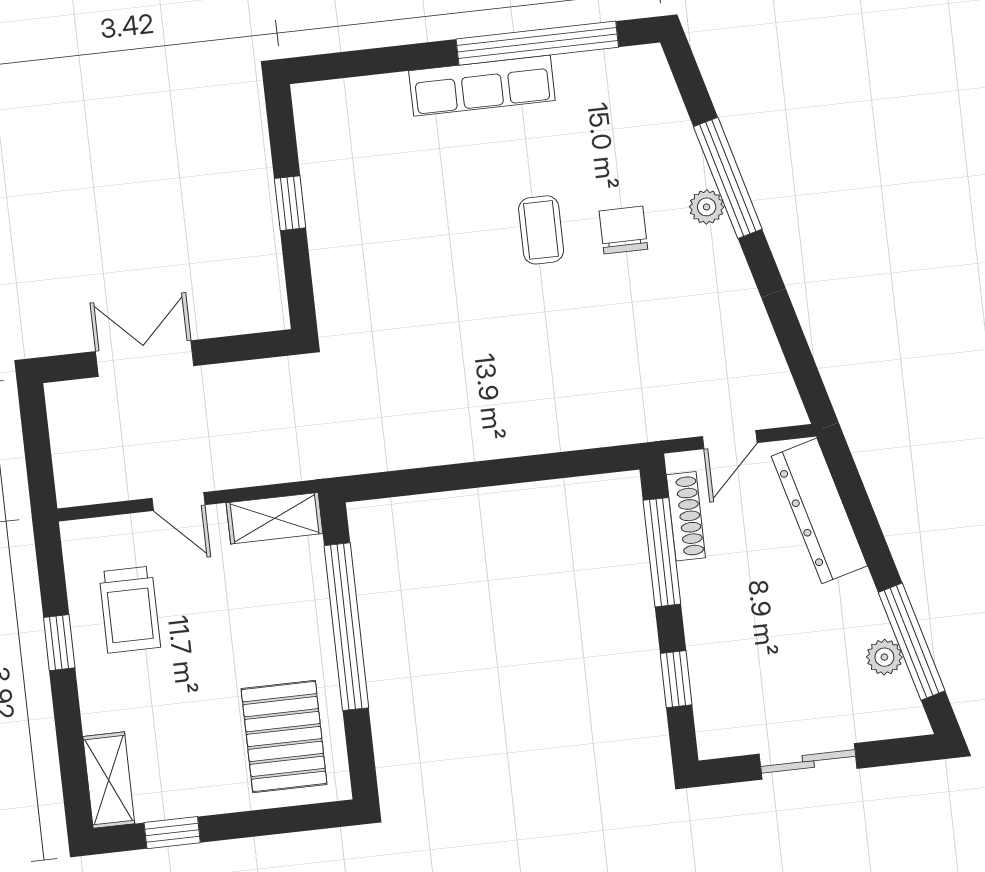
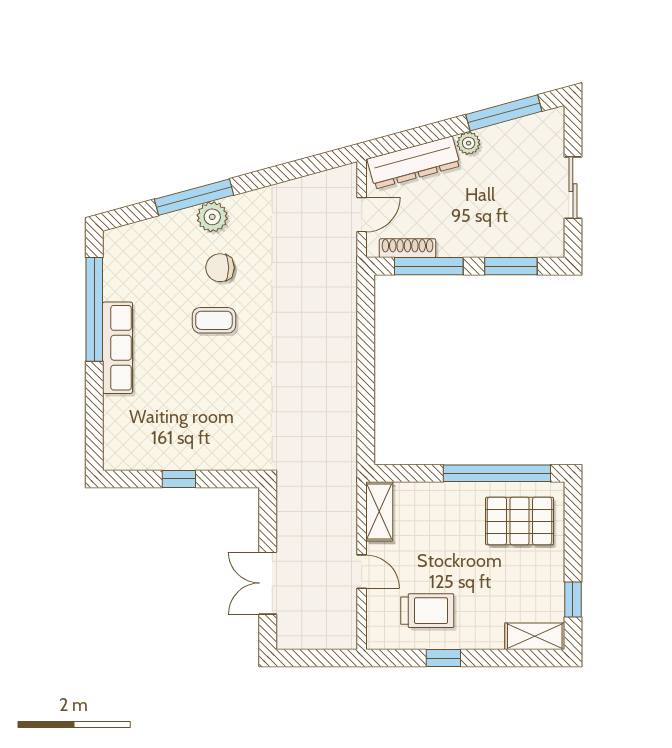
plant: (707, 207) -> (212, 217), width x1.38, depth x1.38
door: (730, 440) -> (362, 215), hinge flipped
door: (178, 501) -> (362, 572), hinge flipped
window: (346, 627) -> (497, 473), moved
plant: (884, 657) -> (469, 143), moved
window: (676, 679) -> (511, 266), width x1.50

